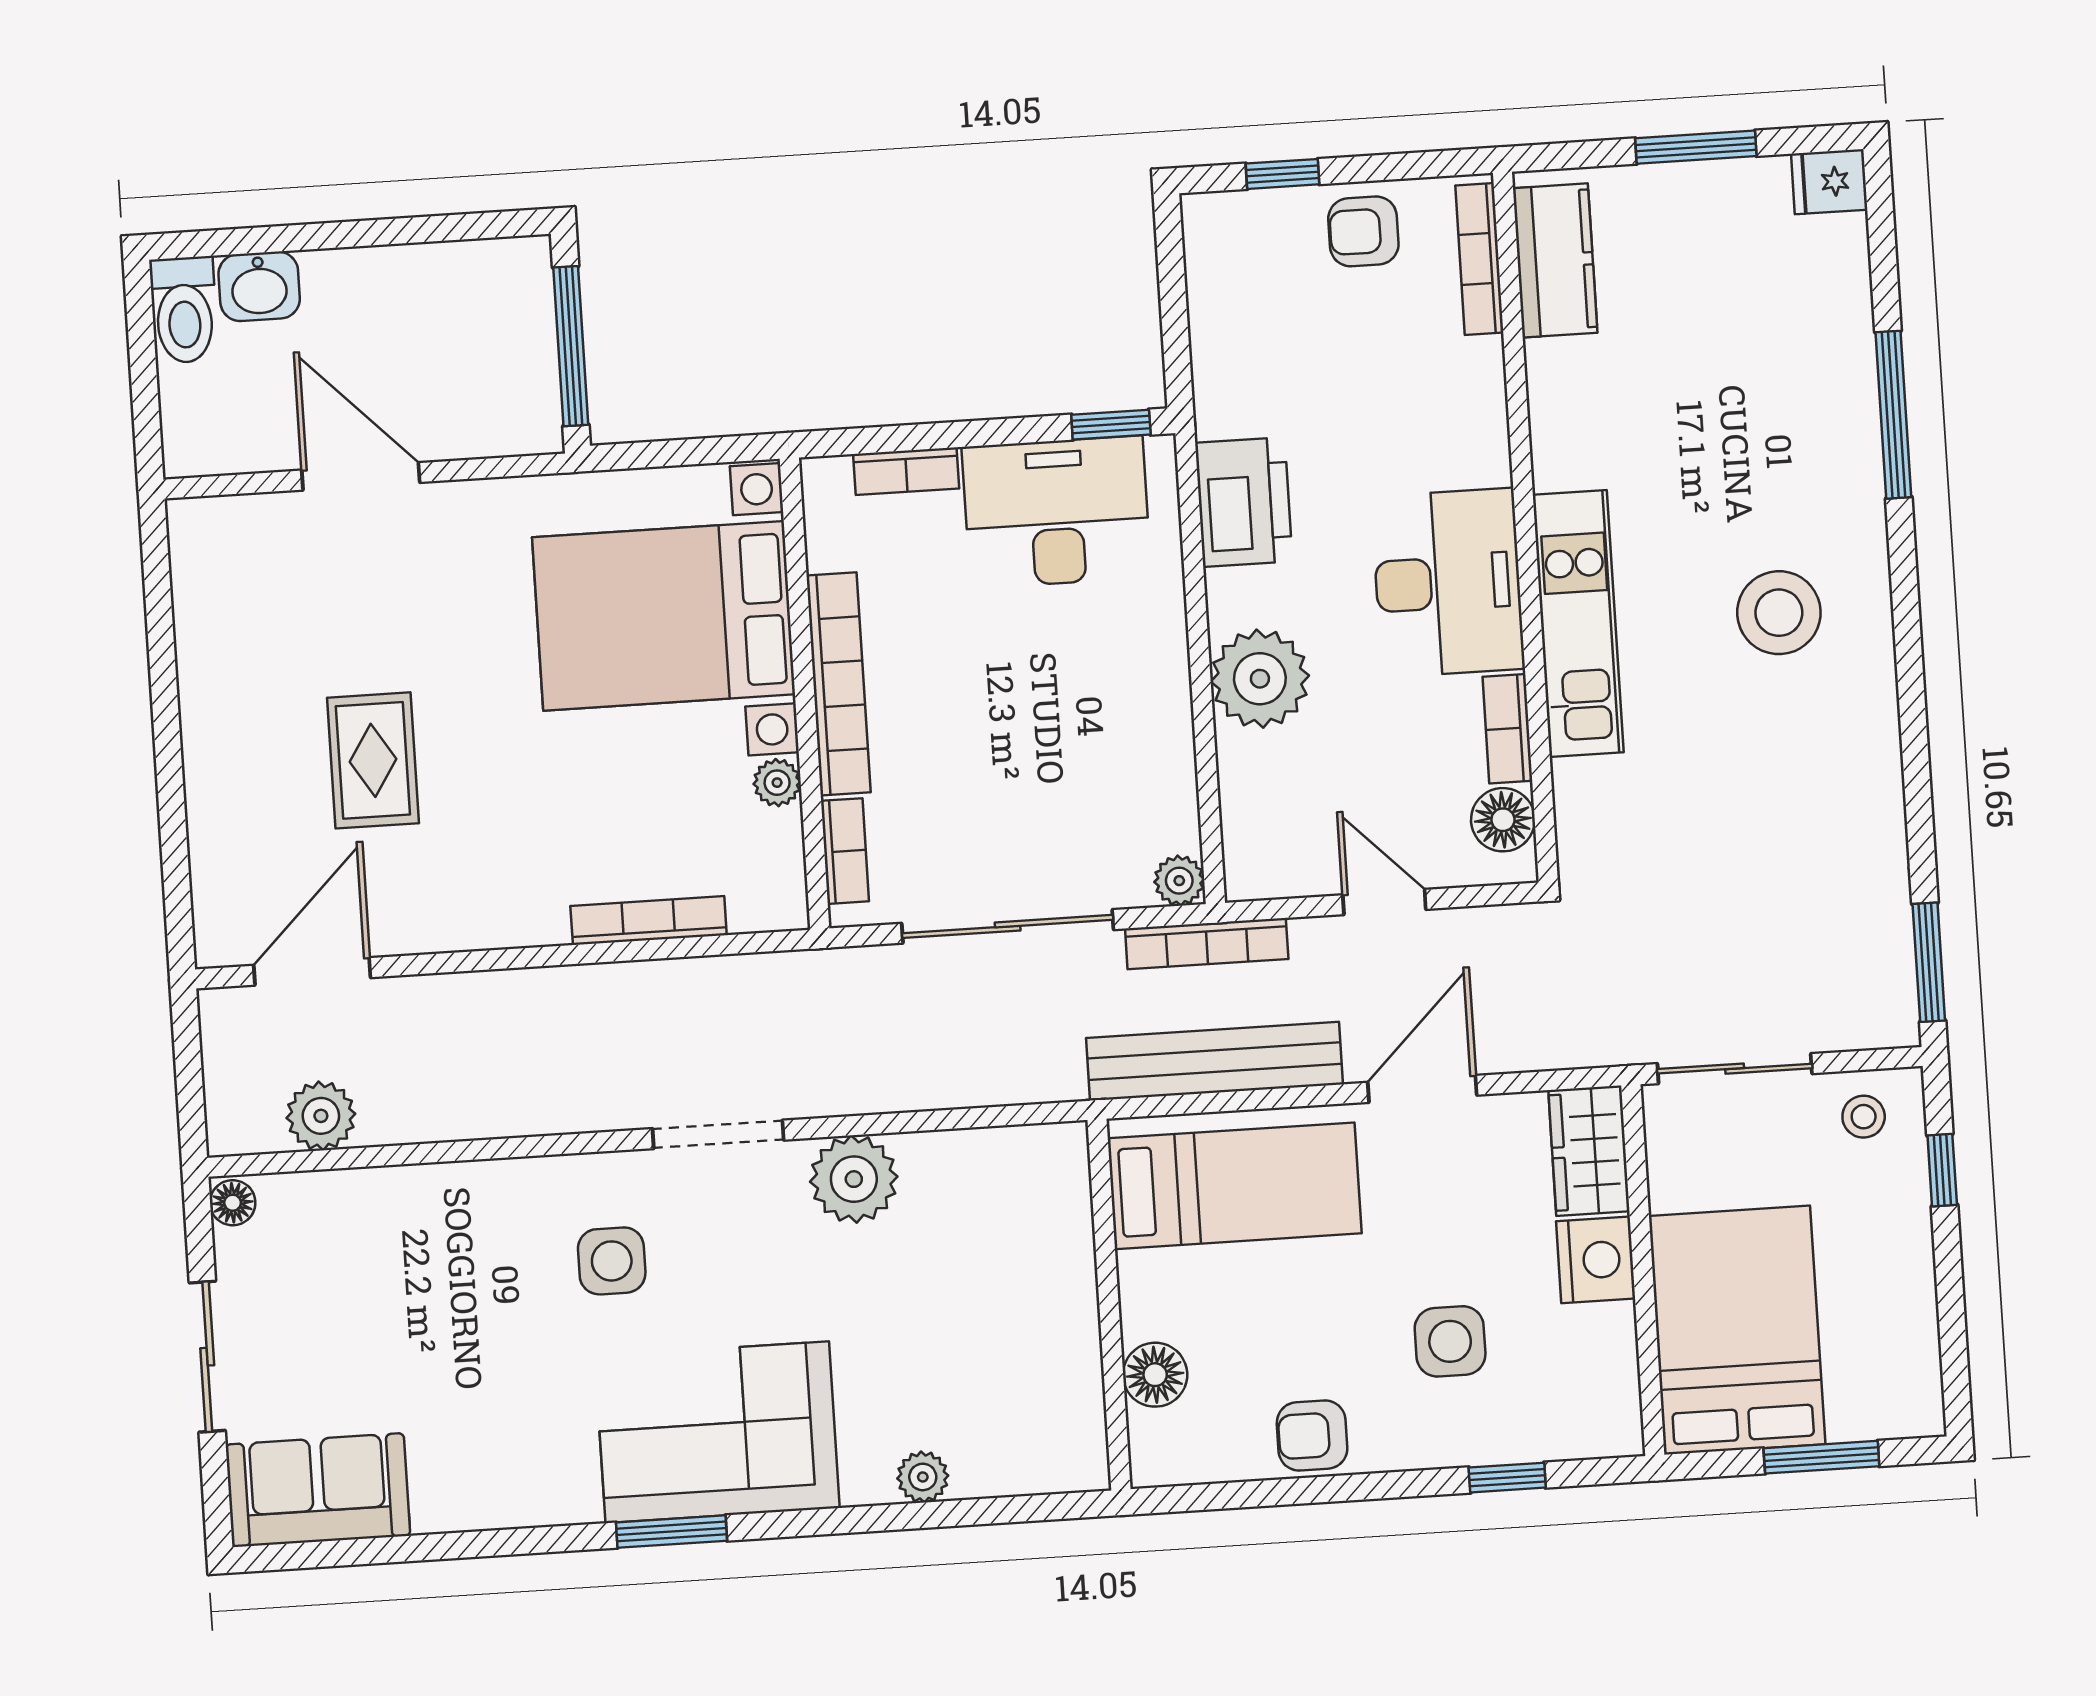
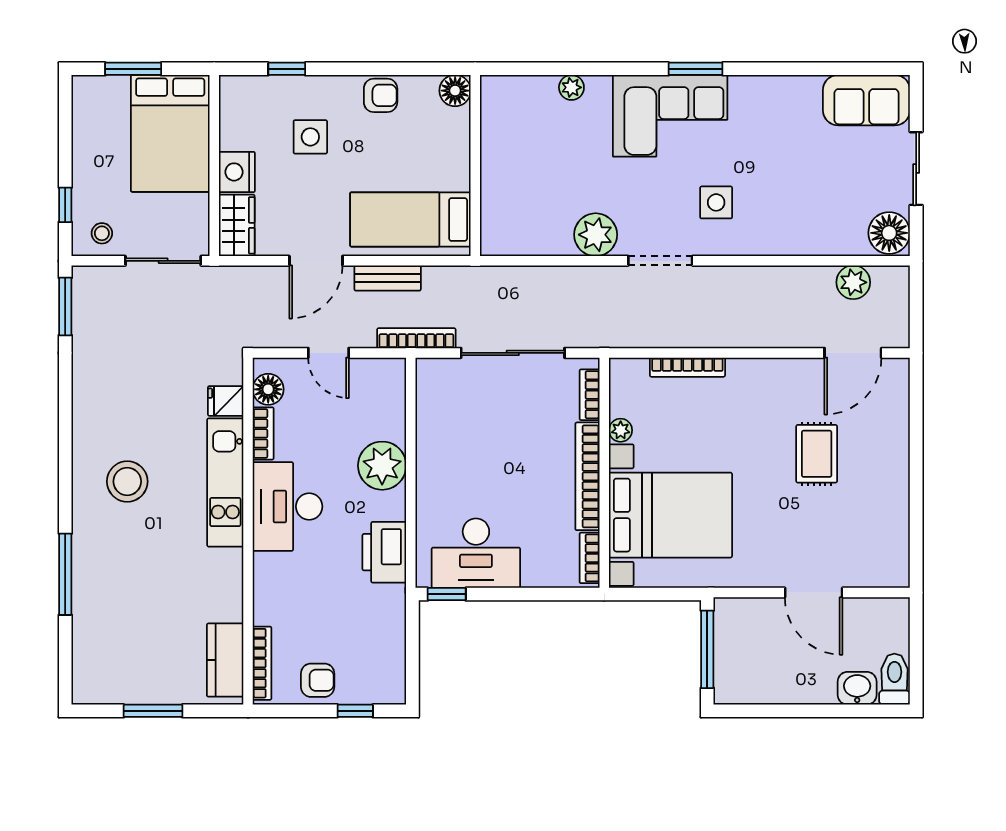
fridge: (1829, 182) -> (226, 401), moved, turned 180
bookcase: (906, 471) -> (590, 558), moved, turned -90
plant: (1179, 881) -> (428, 370), removed
bench: (1215, 1061) -> (388, 278), width x0.54, depth x0.82
floor lamp: (233, 1203) -> (889, 233), width x1.89, depth x1.89
floor lamp: (1155, 1375) -> (455, 91), moved

